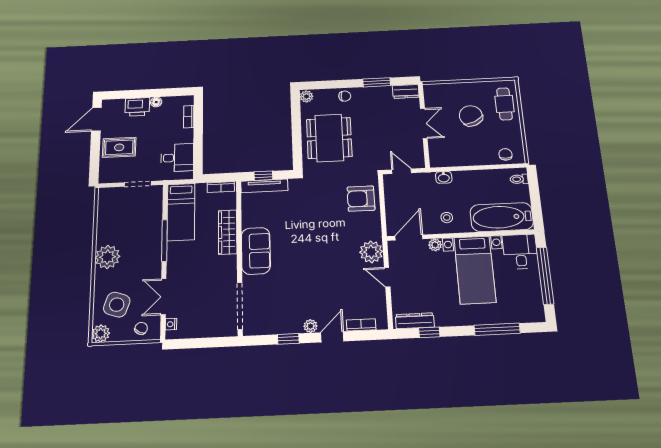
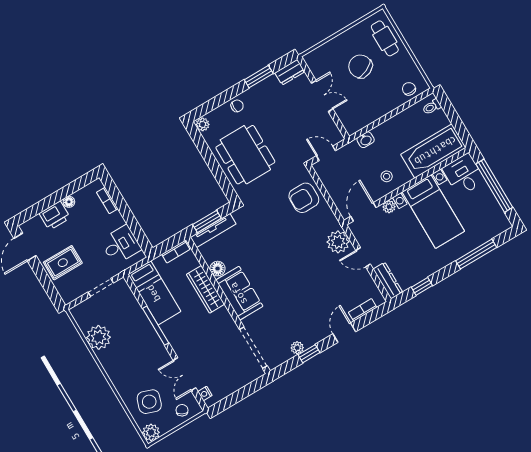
window: (263, 176) -> (207, 221), width x1.50
floor lamp: (249, 220) -> (218, 269), added
plant: (107, 257) -> (99, 337), moved
dresser: (415, 321) -> (388, 281), moved, turned 90
plant: (310, 326) -> (297, 348), moved

